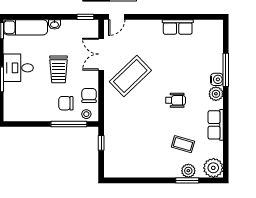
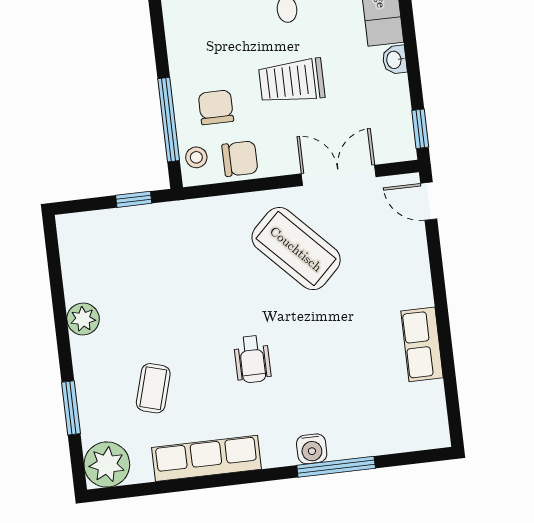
plant: (216, 94) -> (278, 451), removed
row of seats: (216, 125) -> (206, 458), width x1.48
plant: (188, 171) -> (83, 319), moved

